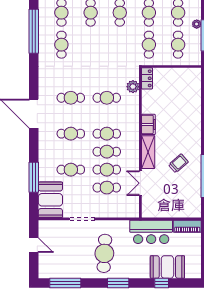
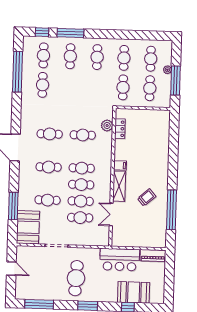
locker: (147, 78) -> (120, 129), moved
filing cabinet: (148, 124) -> (120, 165), width x0.50

